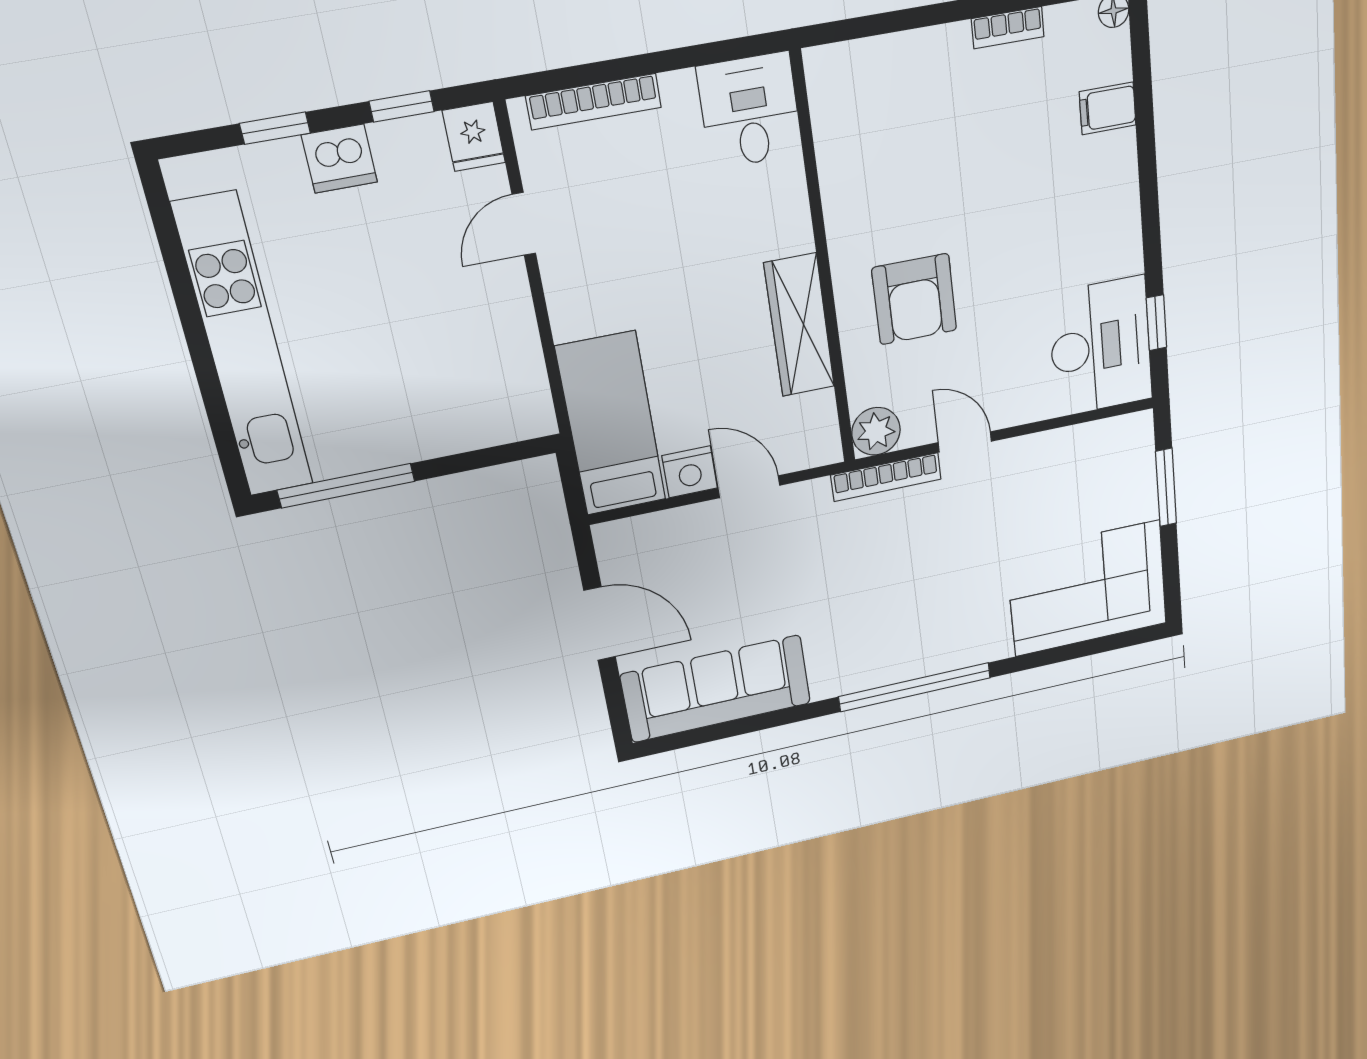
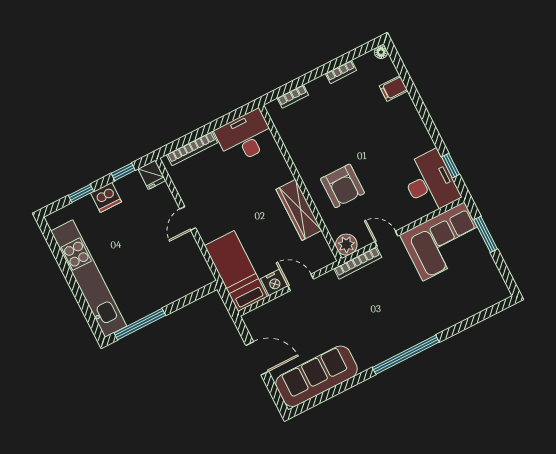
bookcase: (877, 51) -> (293, 96), added
desk: (750, 111) -> (245, 137), width x1.37
door: (524, 224) -> (188, 218), moved
corner sofa: (1087, 588) -> (444, 242), moved, turned 180

